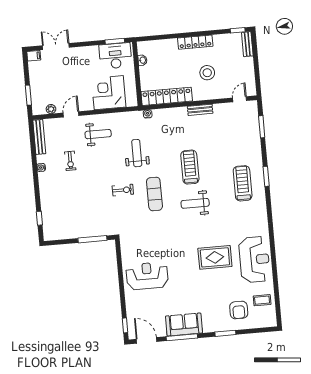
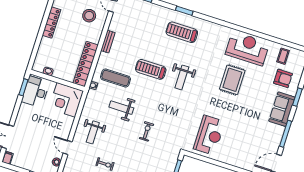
stool: (207, 73) -> (89, 16), moved
corner desk: (109, 93) -> (66, 100), moved
weight bench: (98, 134) -> (93, 132), turned 180
exercise mat: (154, 194) -> (116, 78), moved
reception desk: (147, 276) -> (209, 135), moved, turned 180
sofa: (184, 324) -> (282, 109), moved

